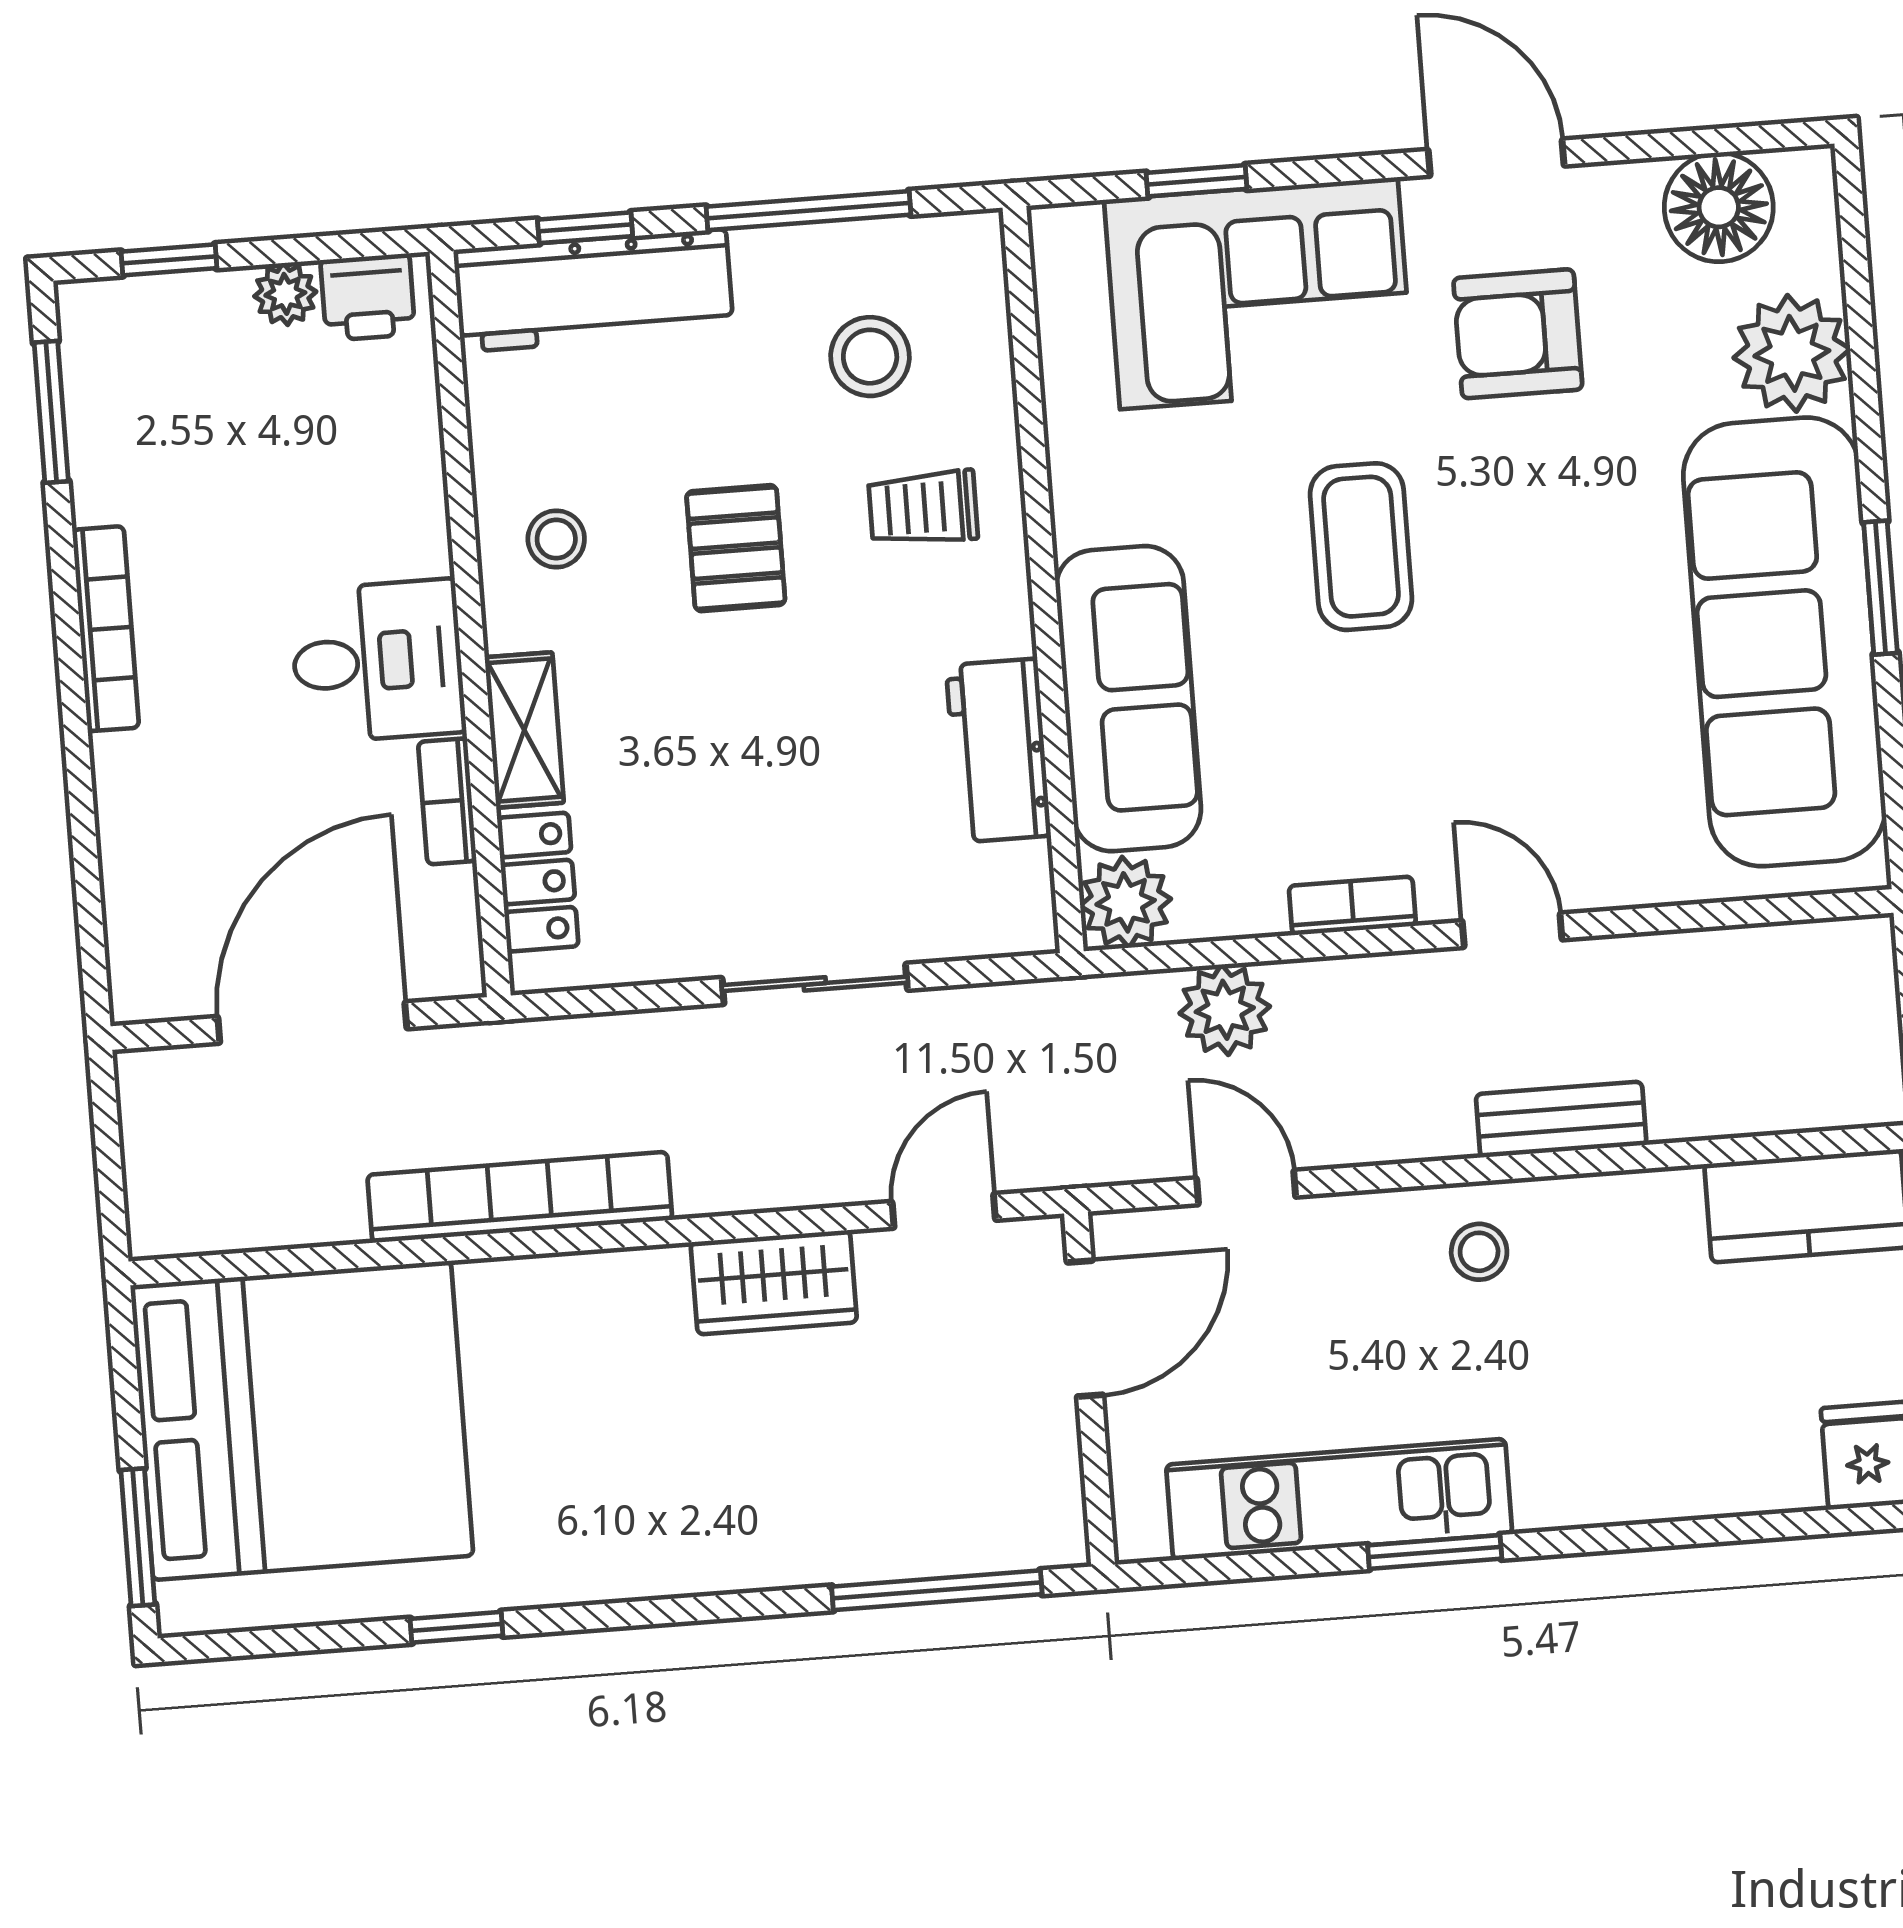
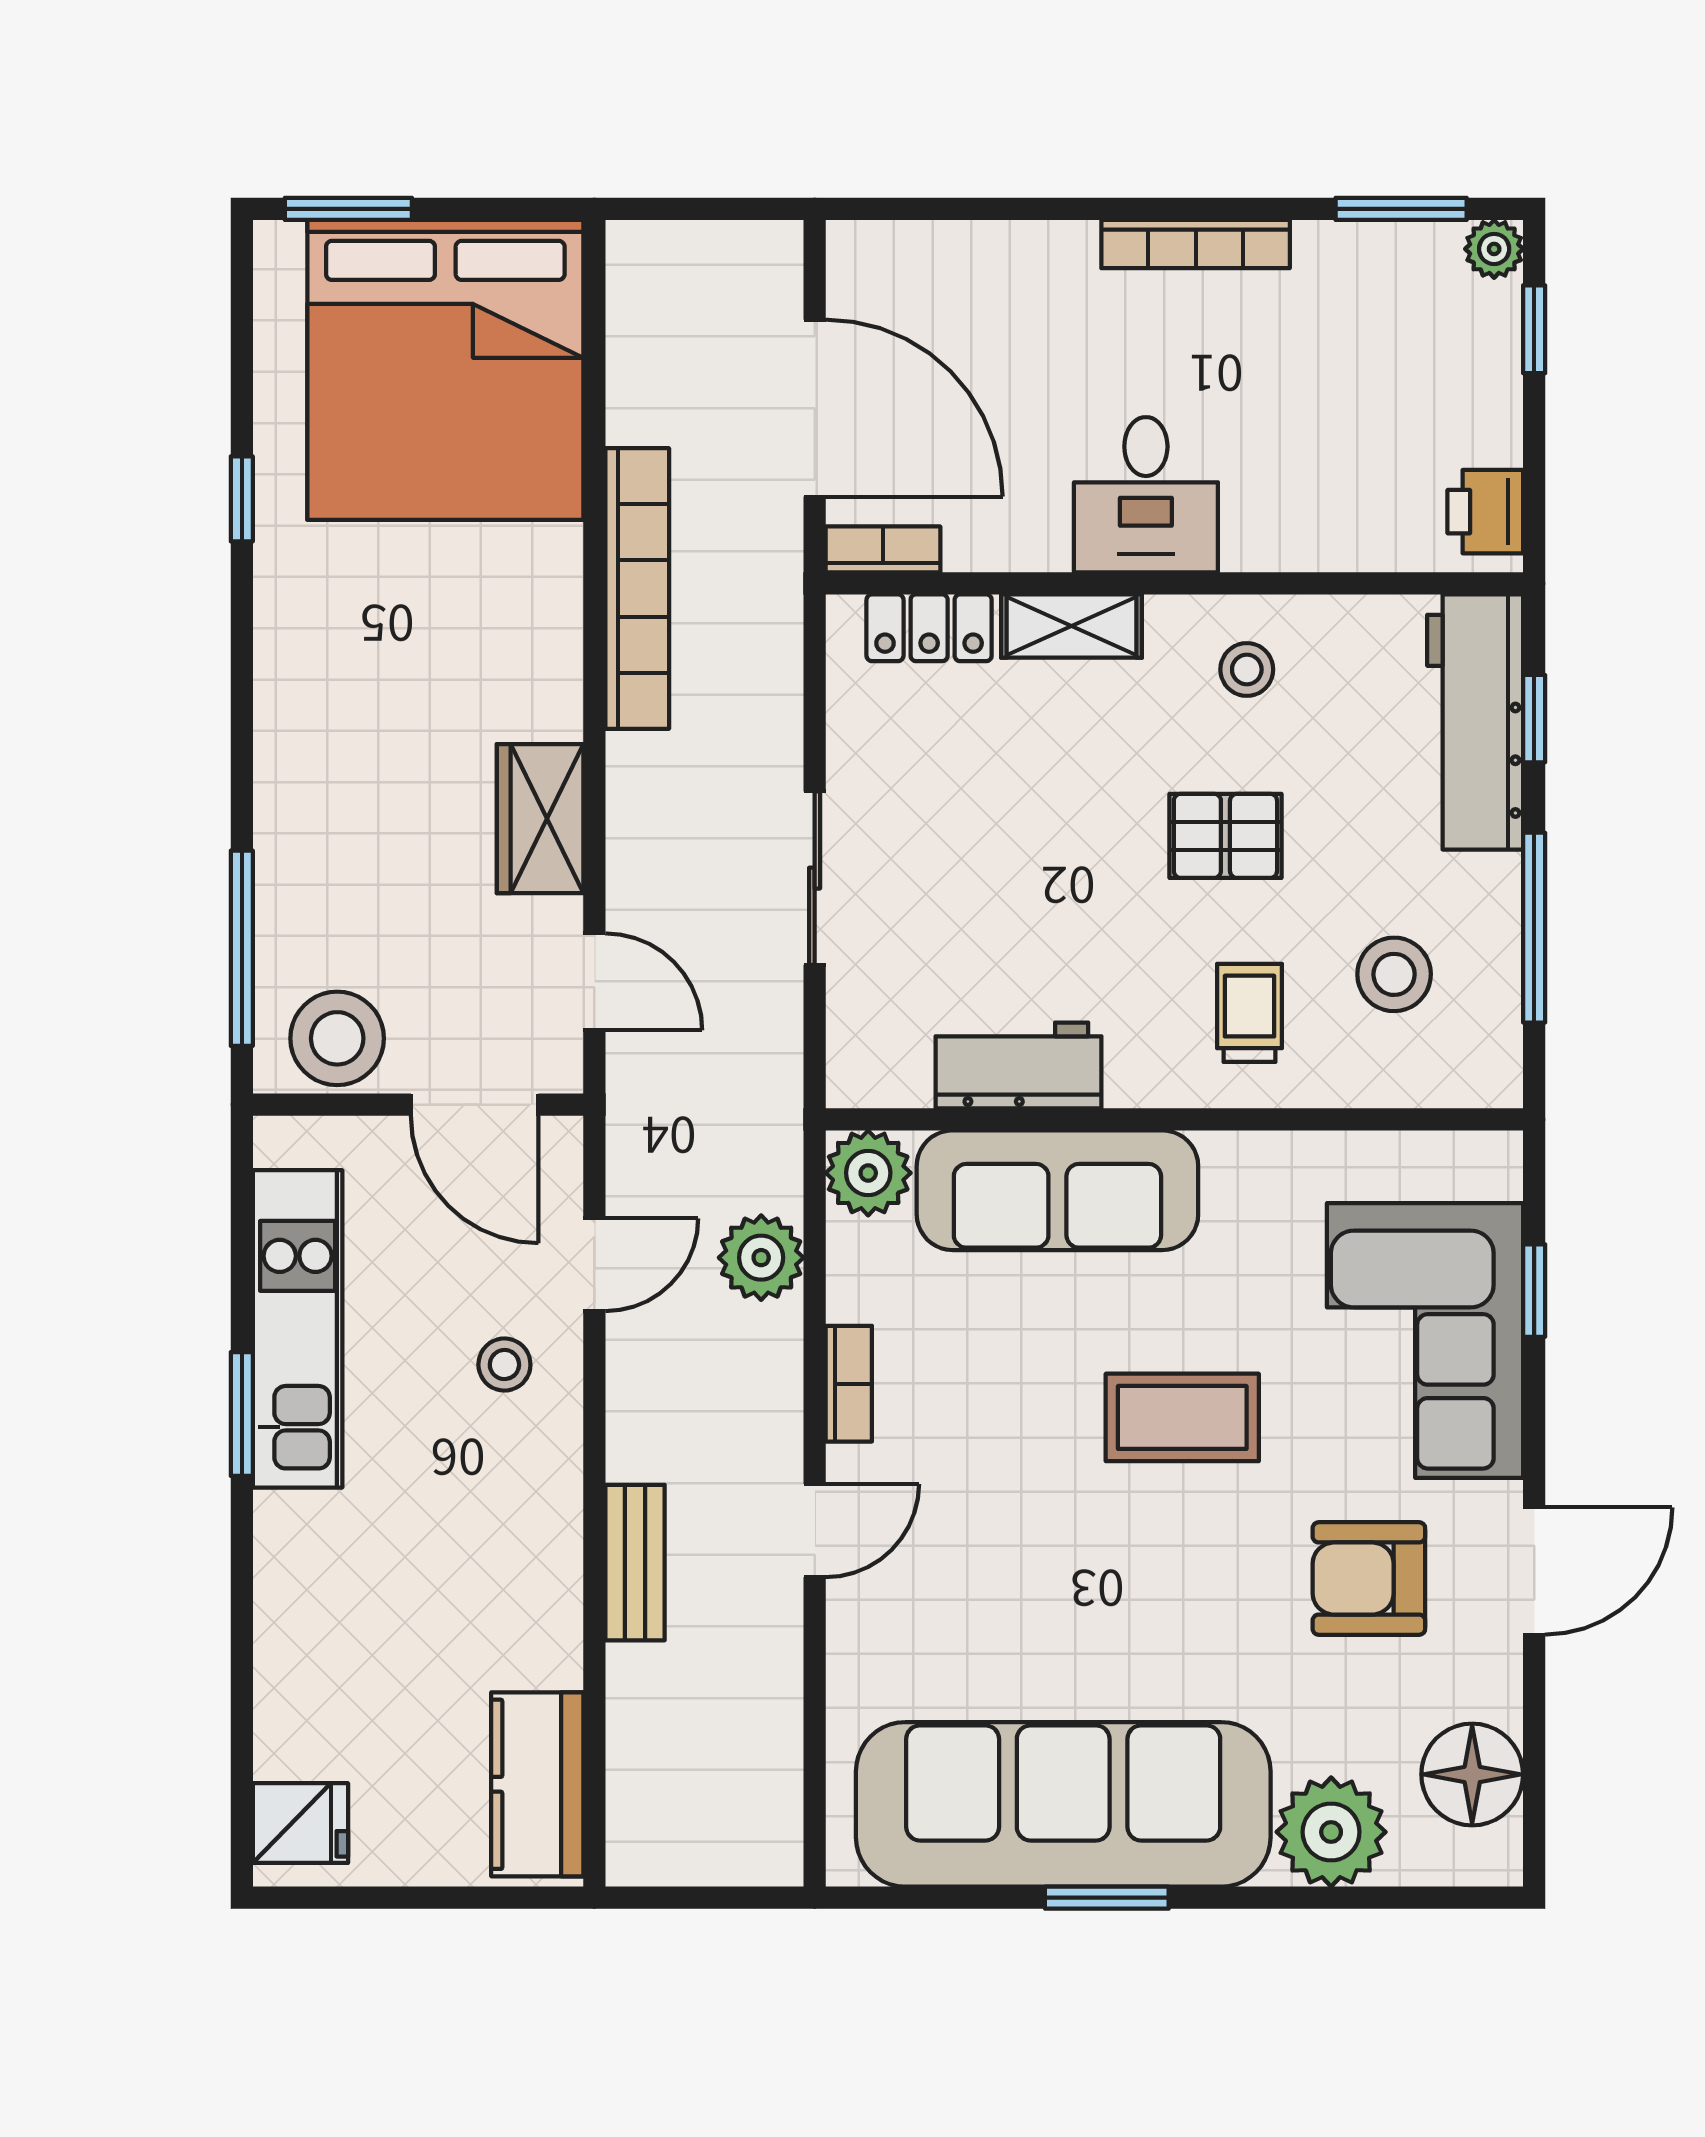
plant: (285, 294) -> (1494, 249), moved
armchair: (1518, 334) -> (1369, 1579), turned -90
bookcase: (447, 801) -> (883, 549), moved
stool: (1479, 1252) -> (504, 1365), moved
stool: (1025, 1481) -> (337, 1038), added

